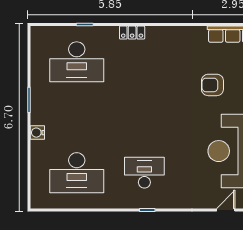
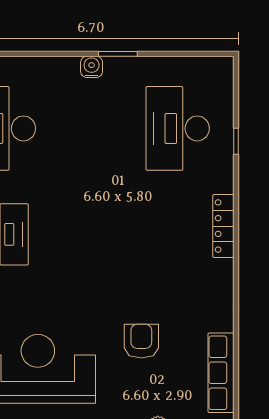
locker: (132, 33) -> (223, 226), width x1.53
water cooler: (37, 133) -> (92, 67), moved

